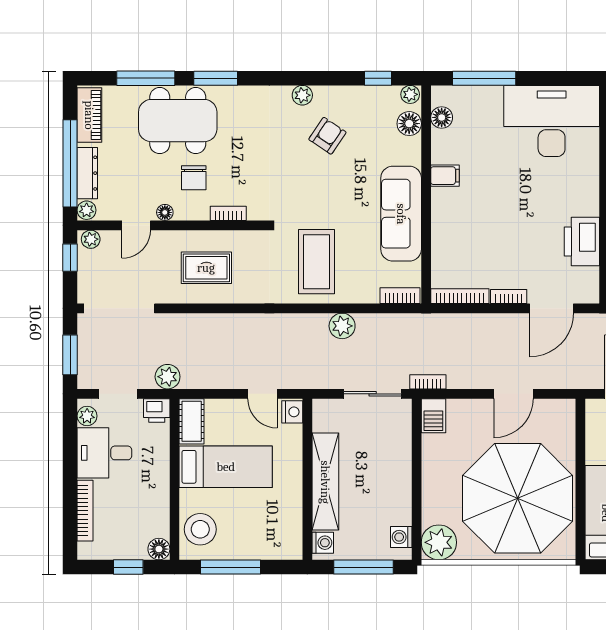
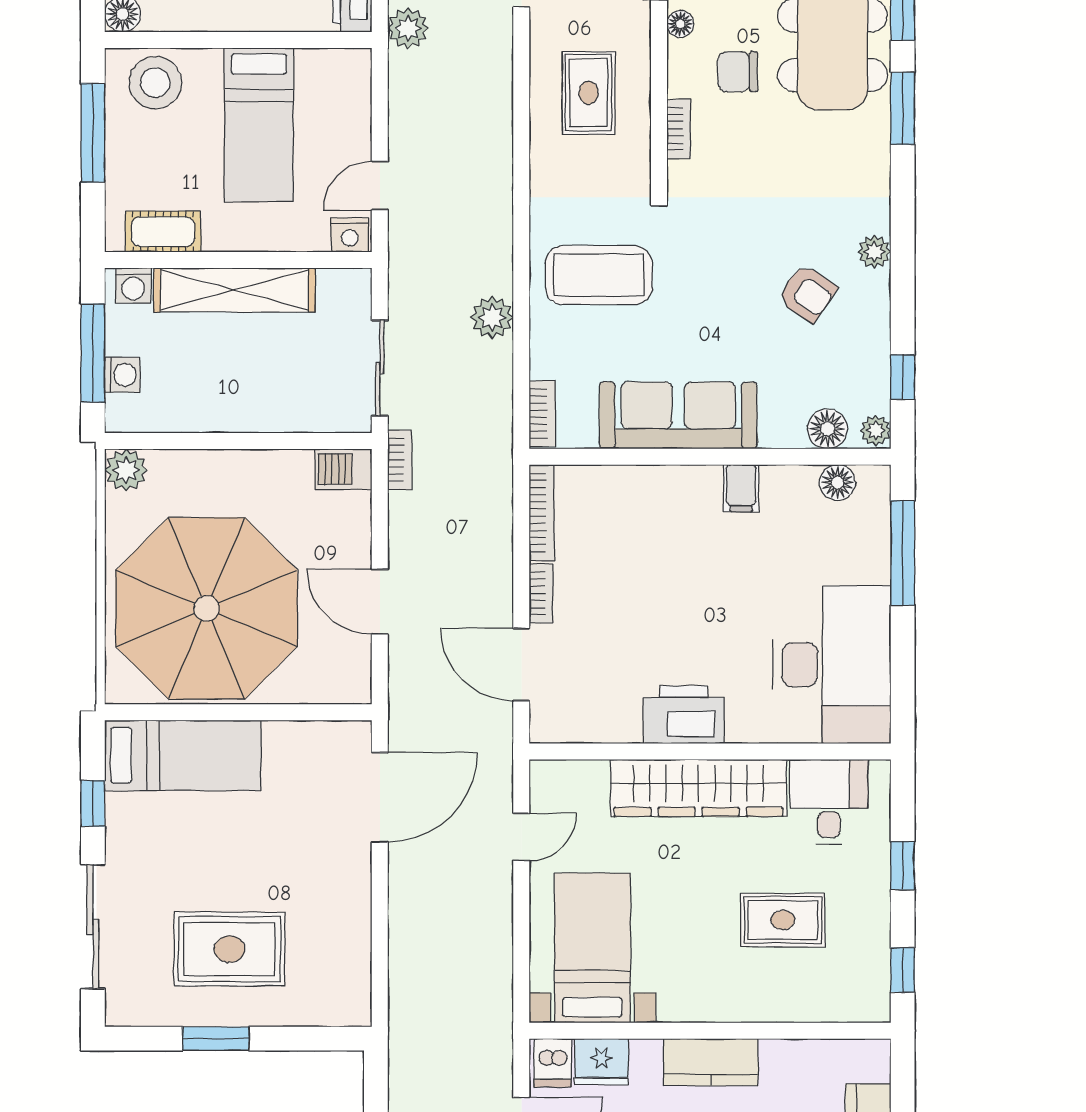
printer: (582, 242) -> (684, 715), moved
cot: (192, 421) -> (163, 232), moved
washing machine: (401, 537) -> (122, 375), moved, turned 90
plant: (439, 542) -> (126, 470), width x0.73, depth x0.73

